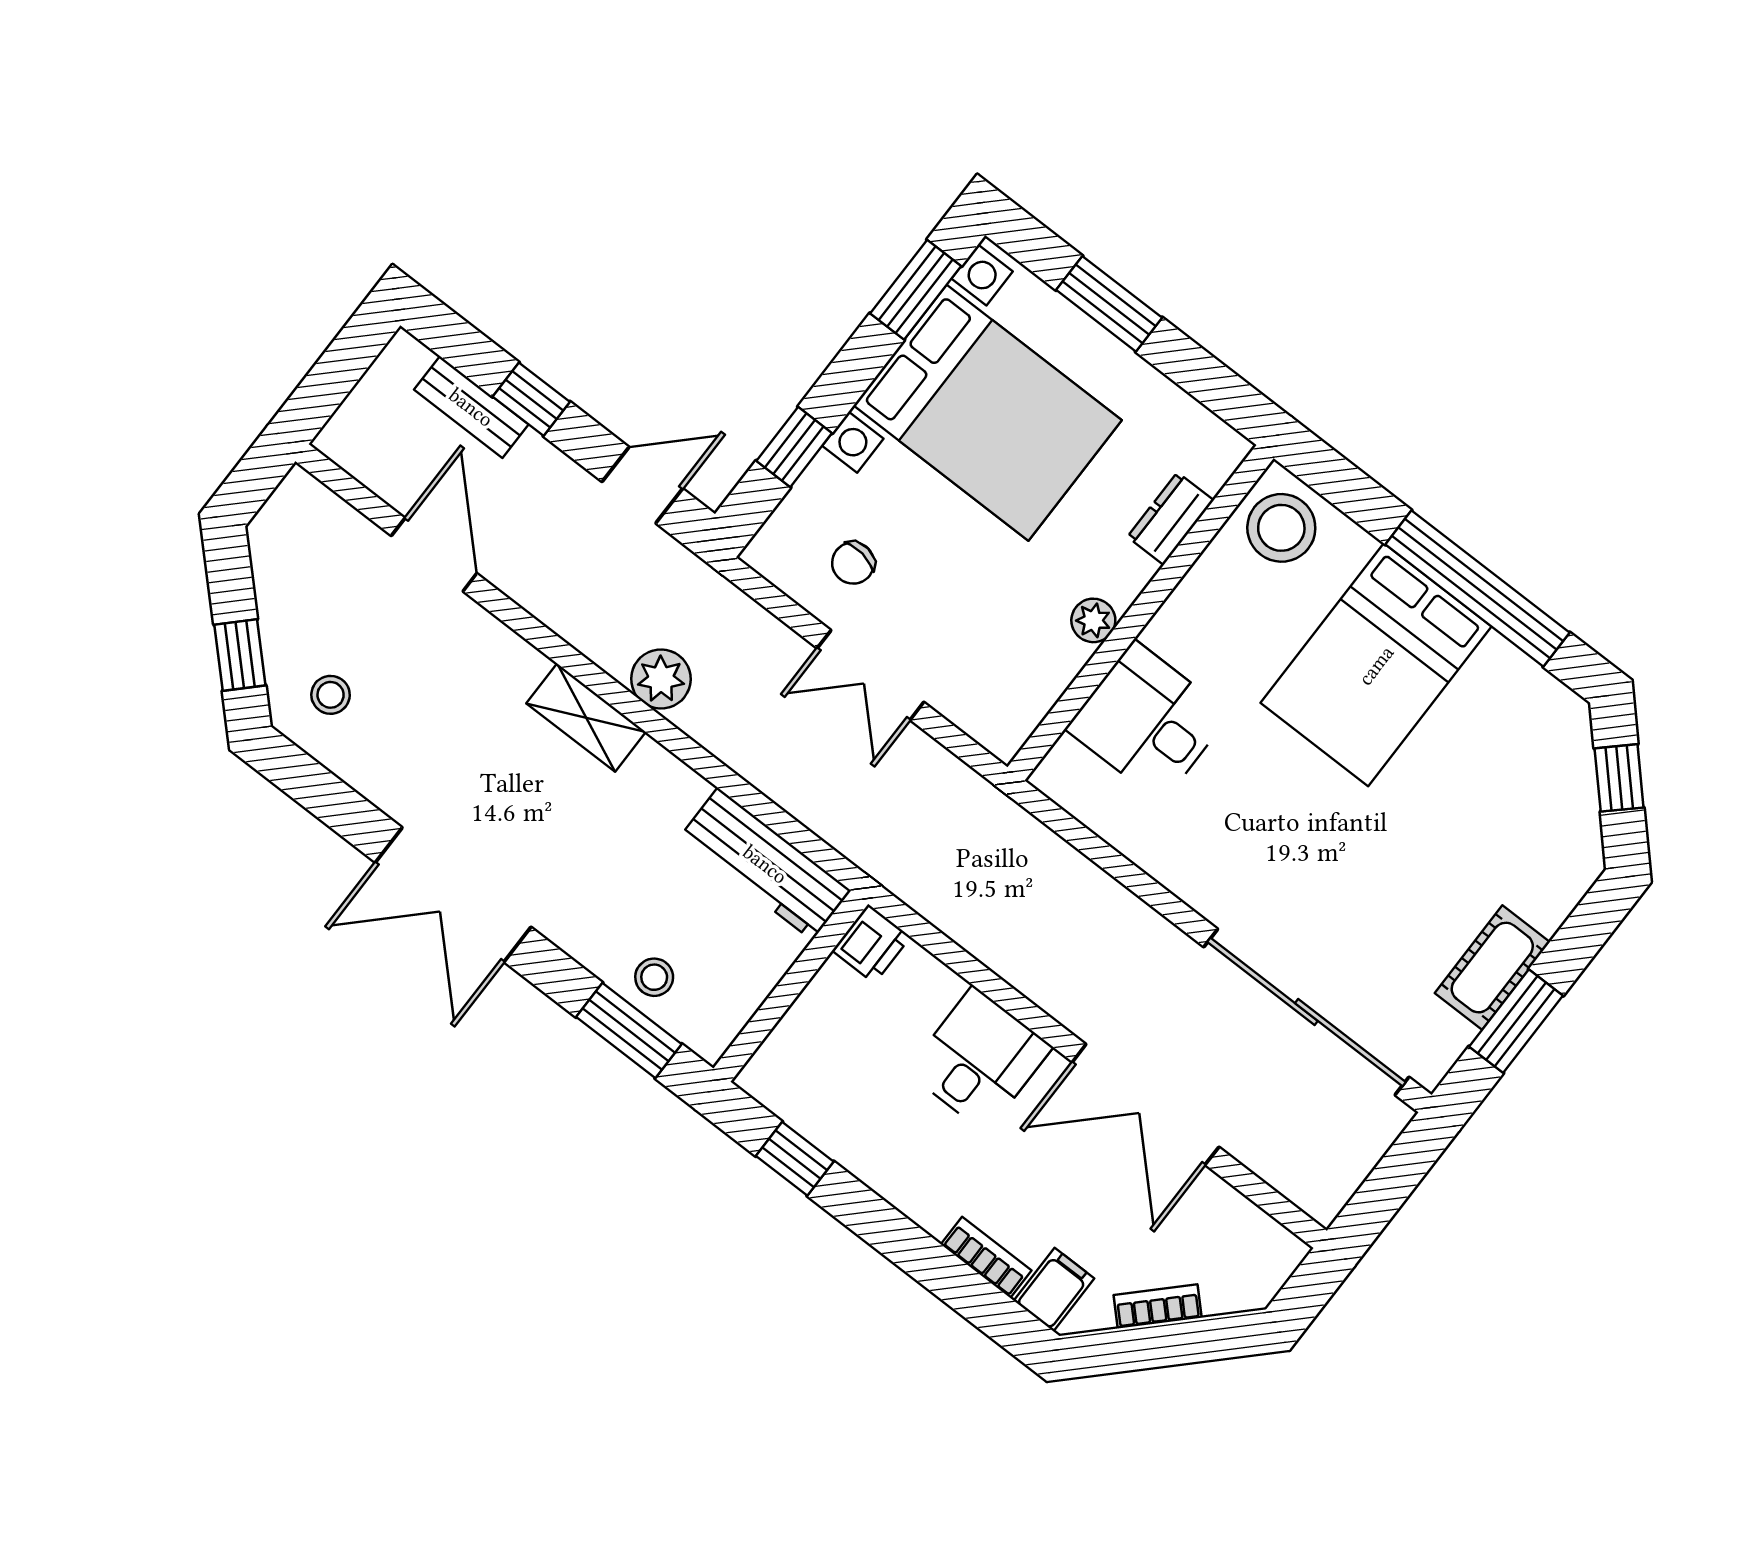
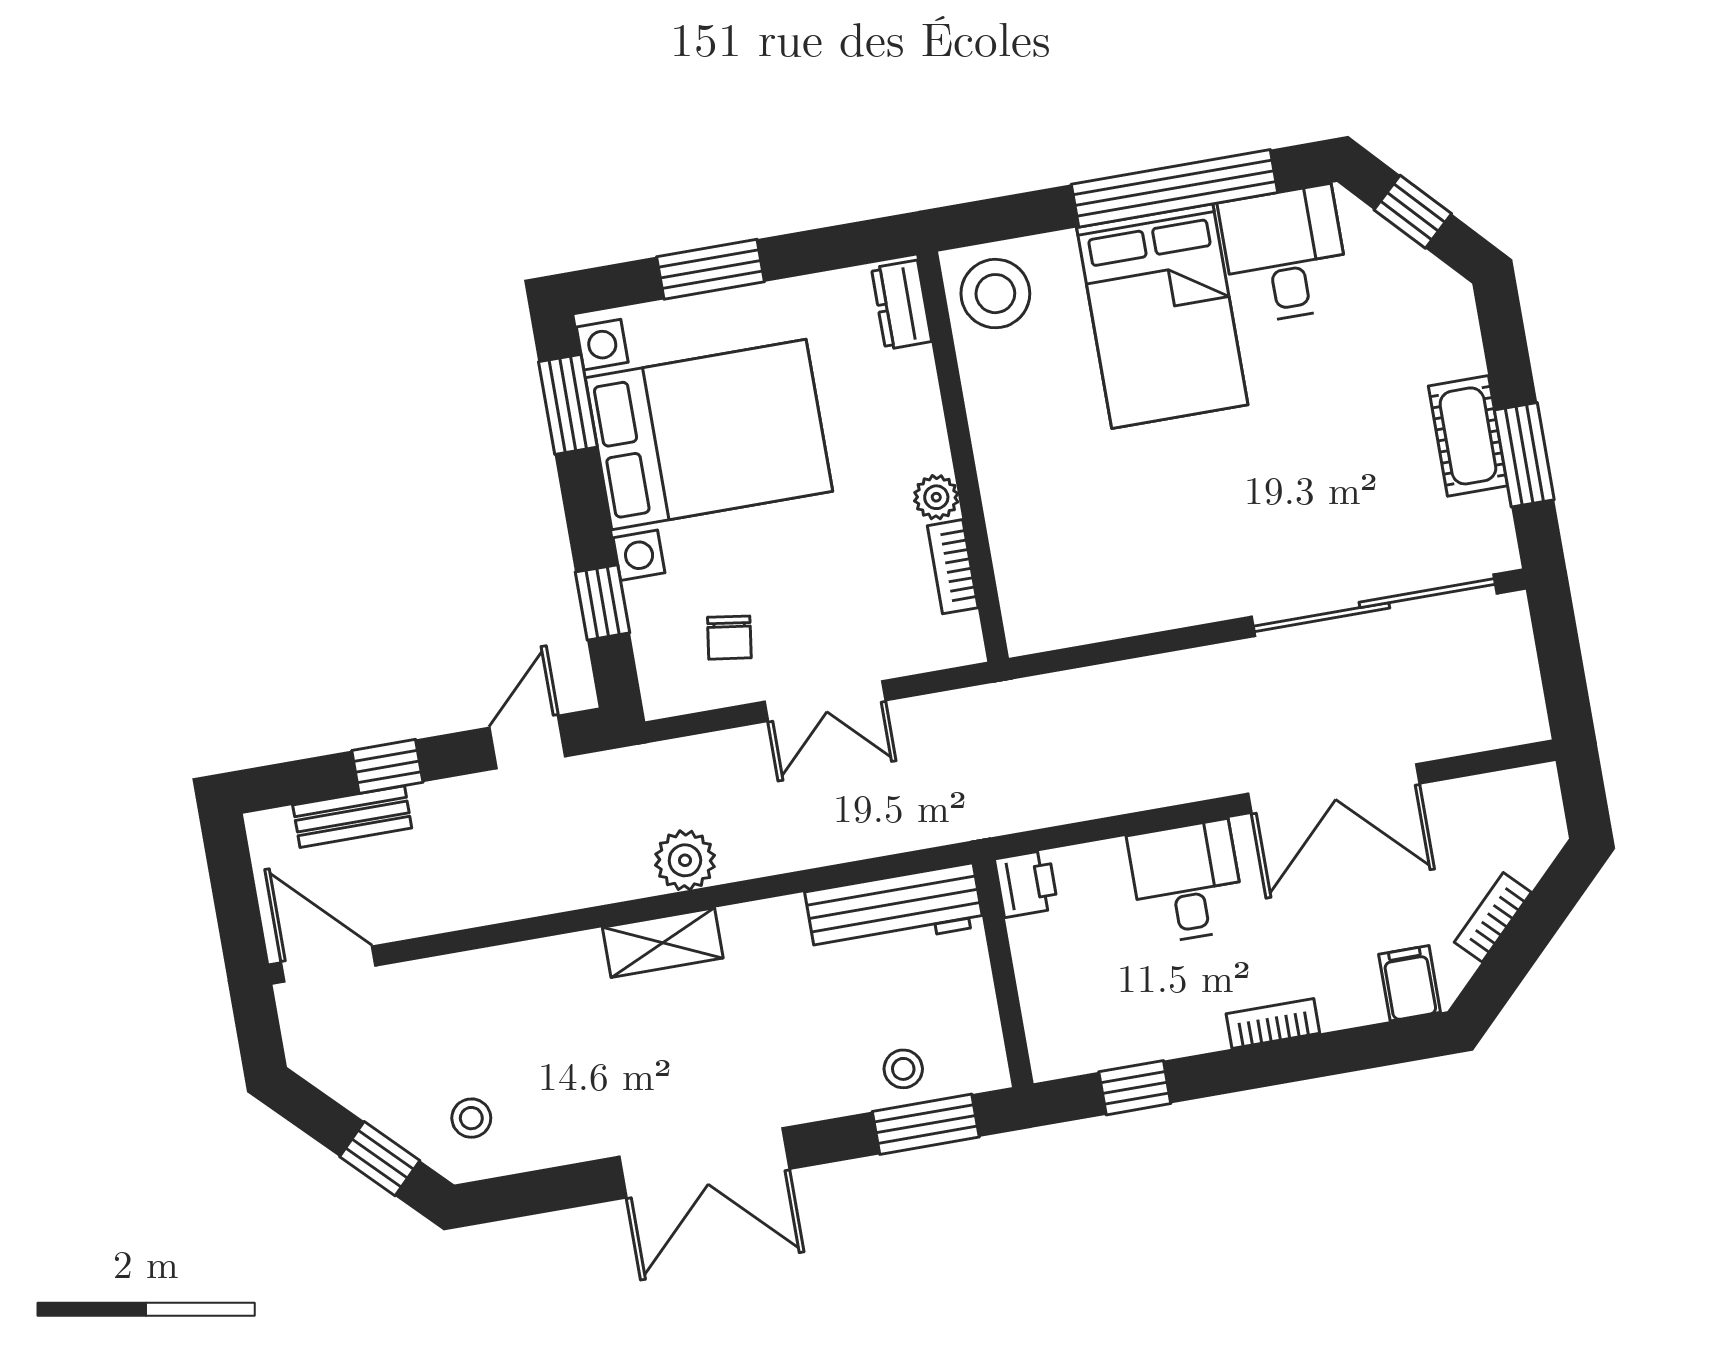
dresser: (1171, 519) -> (901, 305), moved
door: (434, 555) -> (328, 964), moved
bookcase: (1054, 679) -> (953, 567), added
desk: (1148, 721) -> (1285, 254), moved, turned 90
bookcase: (986, 1257) -> (1273, 1024), moved

